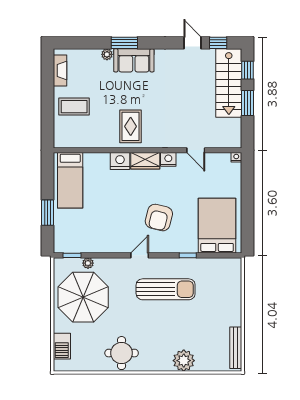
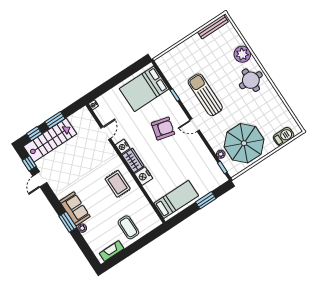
rug: (131, 126) -> (118, 184), turned 90
round table: (122, 353) -> (251, 80), moved

